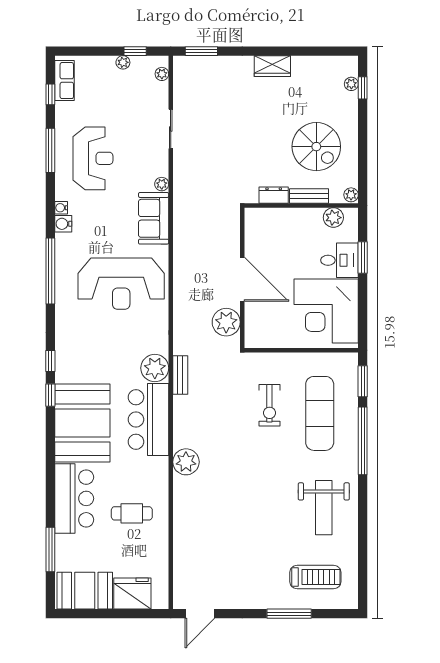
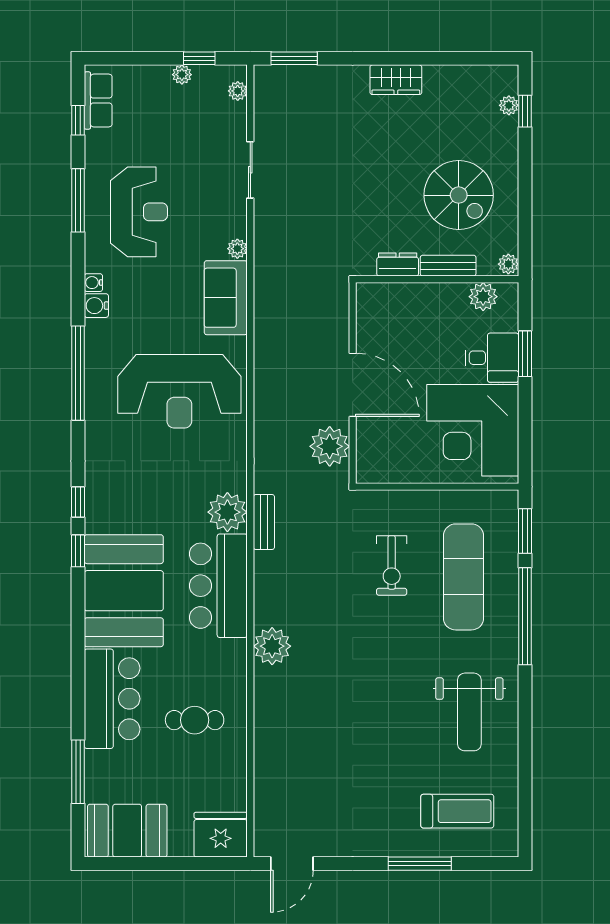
fridge: (132, 593) -> (221, 835), moved

